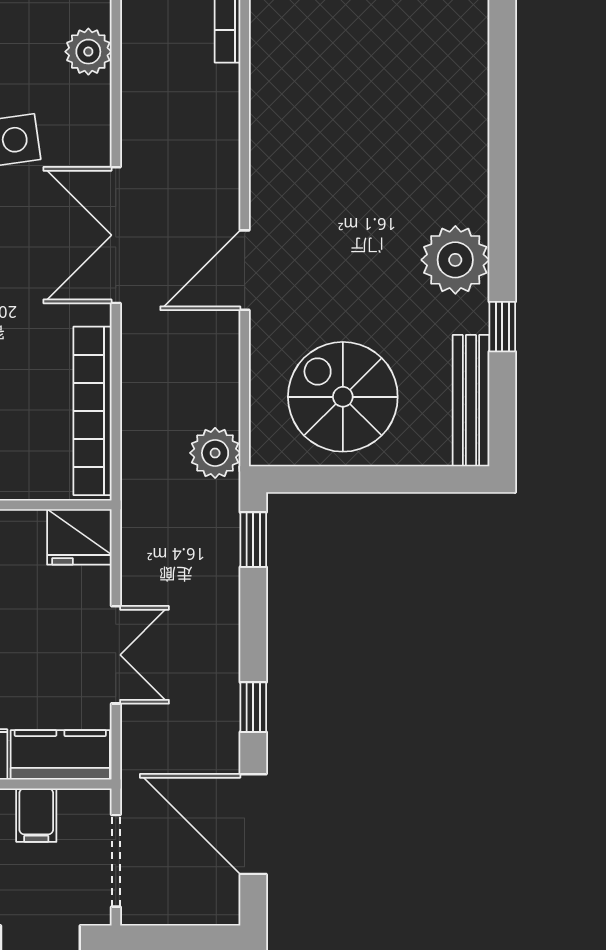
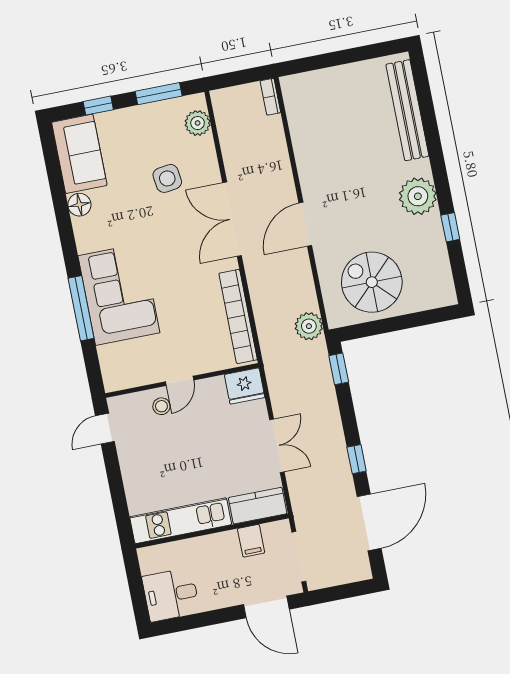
bench: (471, 401) -> (407, 110), moved, width x1.37, depth x1.21
door: (253, 824) -> (369, 522), swing flipped

